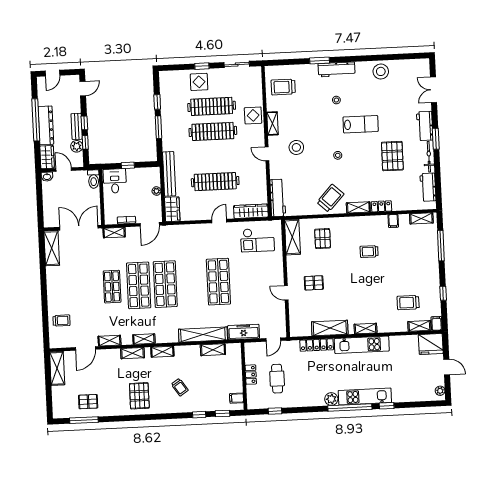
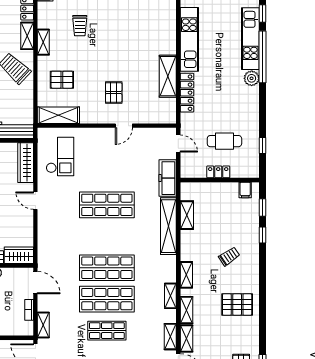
shelving: (366, 329) -> (43, 42), moved
shelving: (108, 354) -> (186, 339), added

